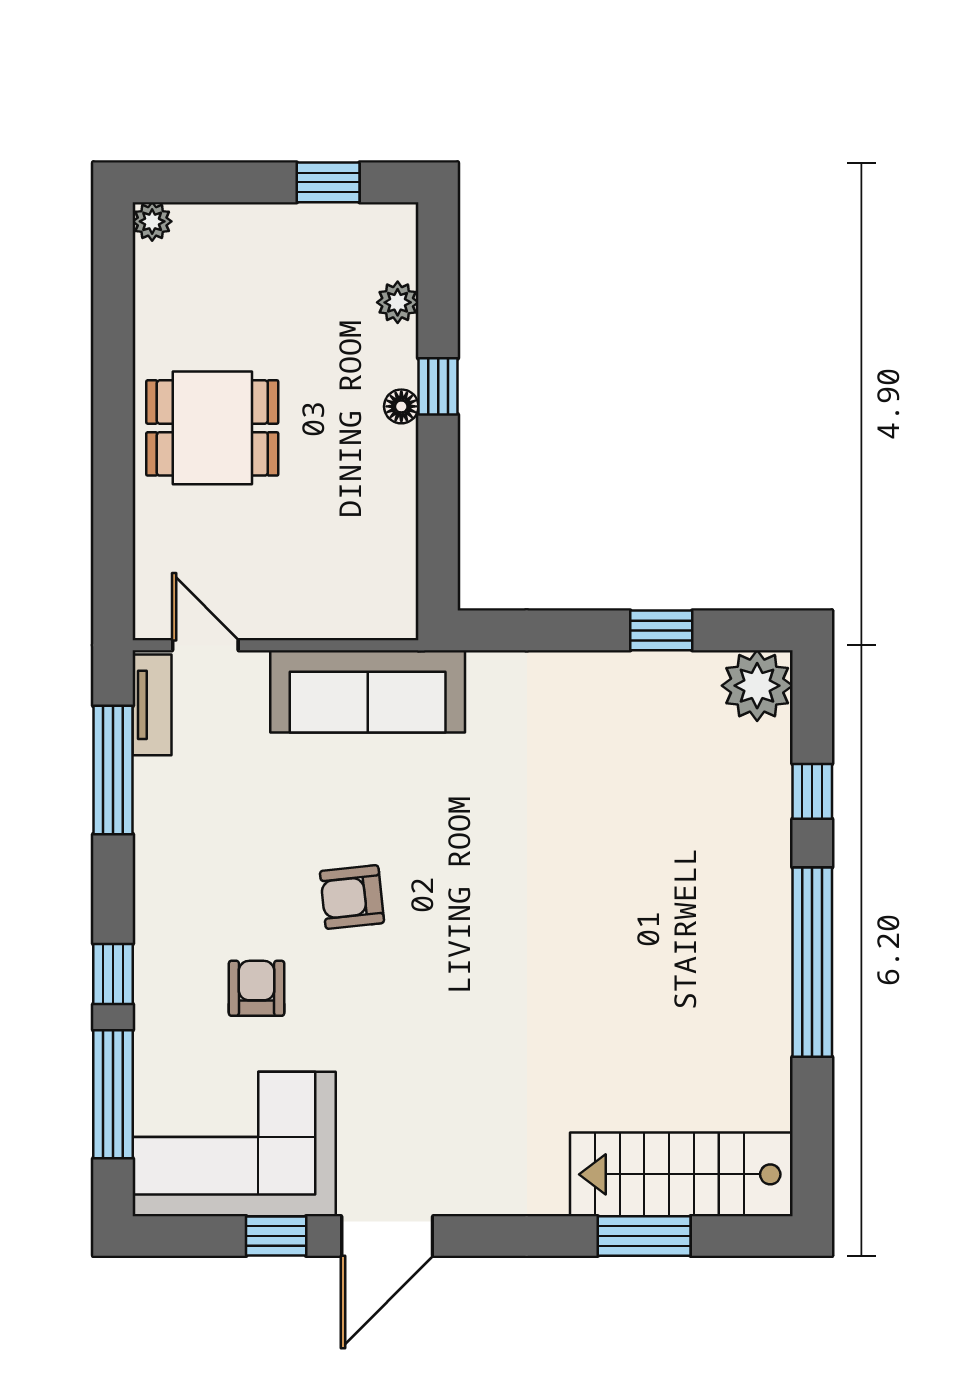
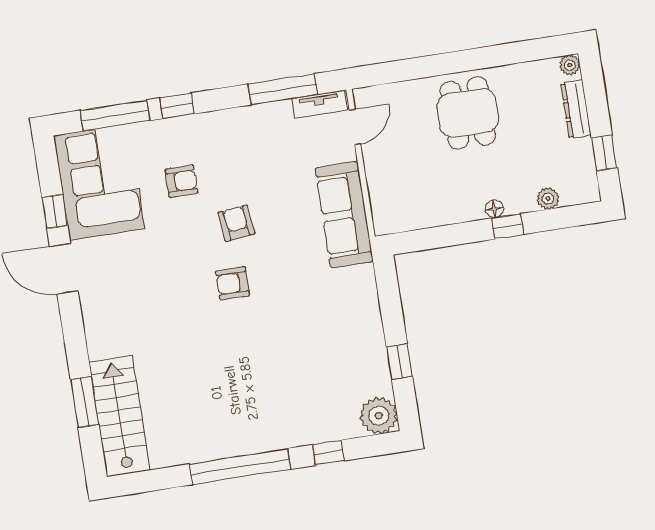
dresser: (237, 223) -> (576, 109), added
armchair: (464, 922) -> (233, 283), added

